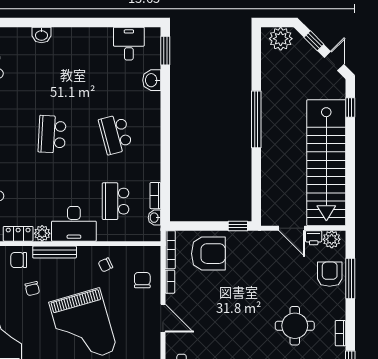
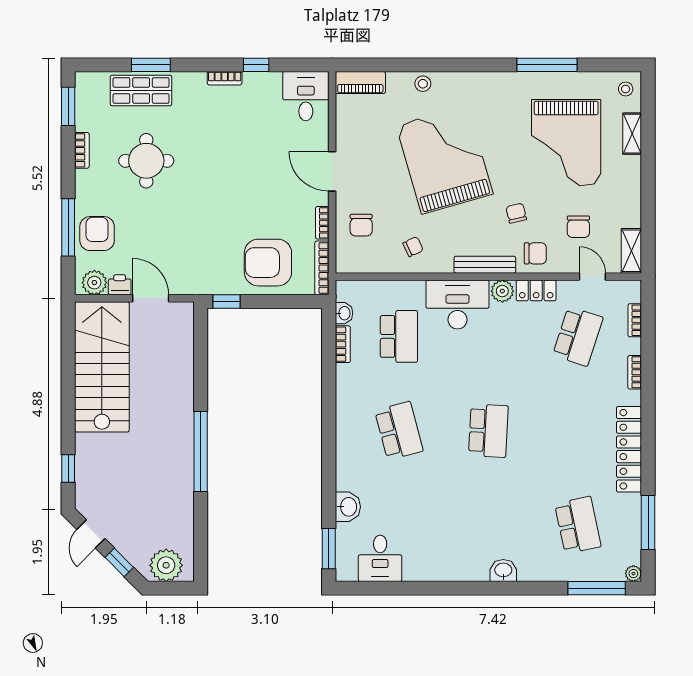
stairs: (326, 163) -> (102, 367), width x0.73
armchair: (330, 274) -> (97, 234), turned 180

